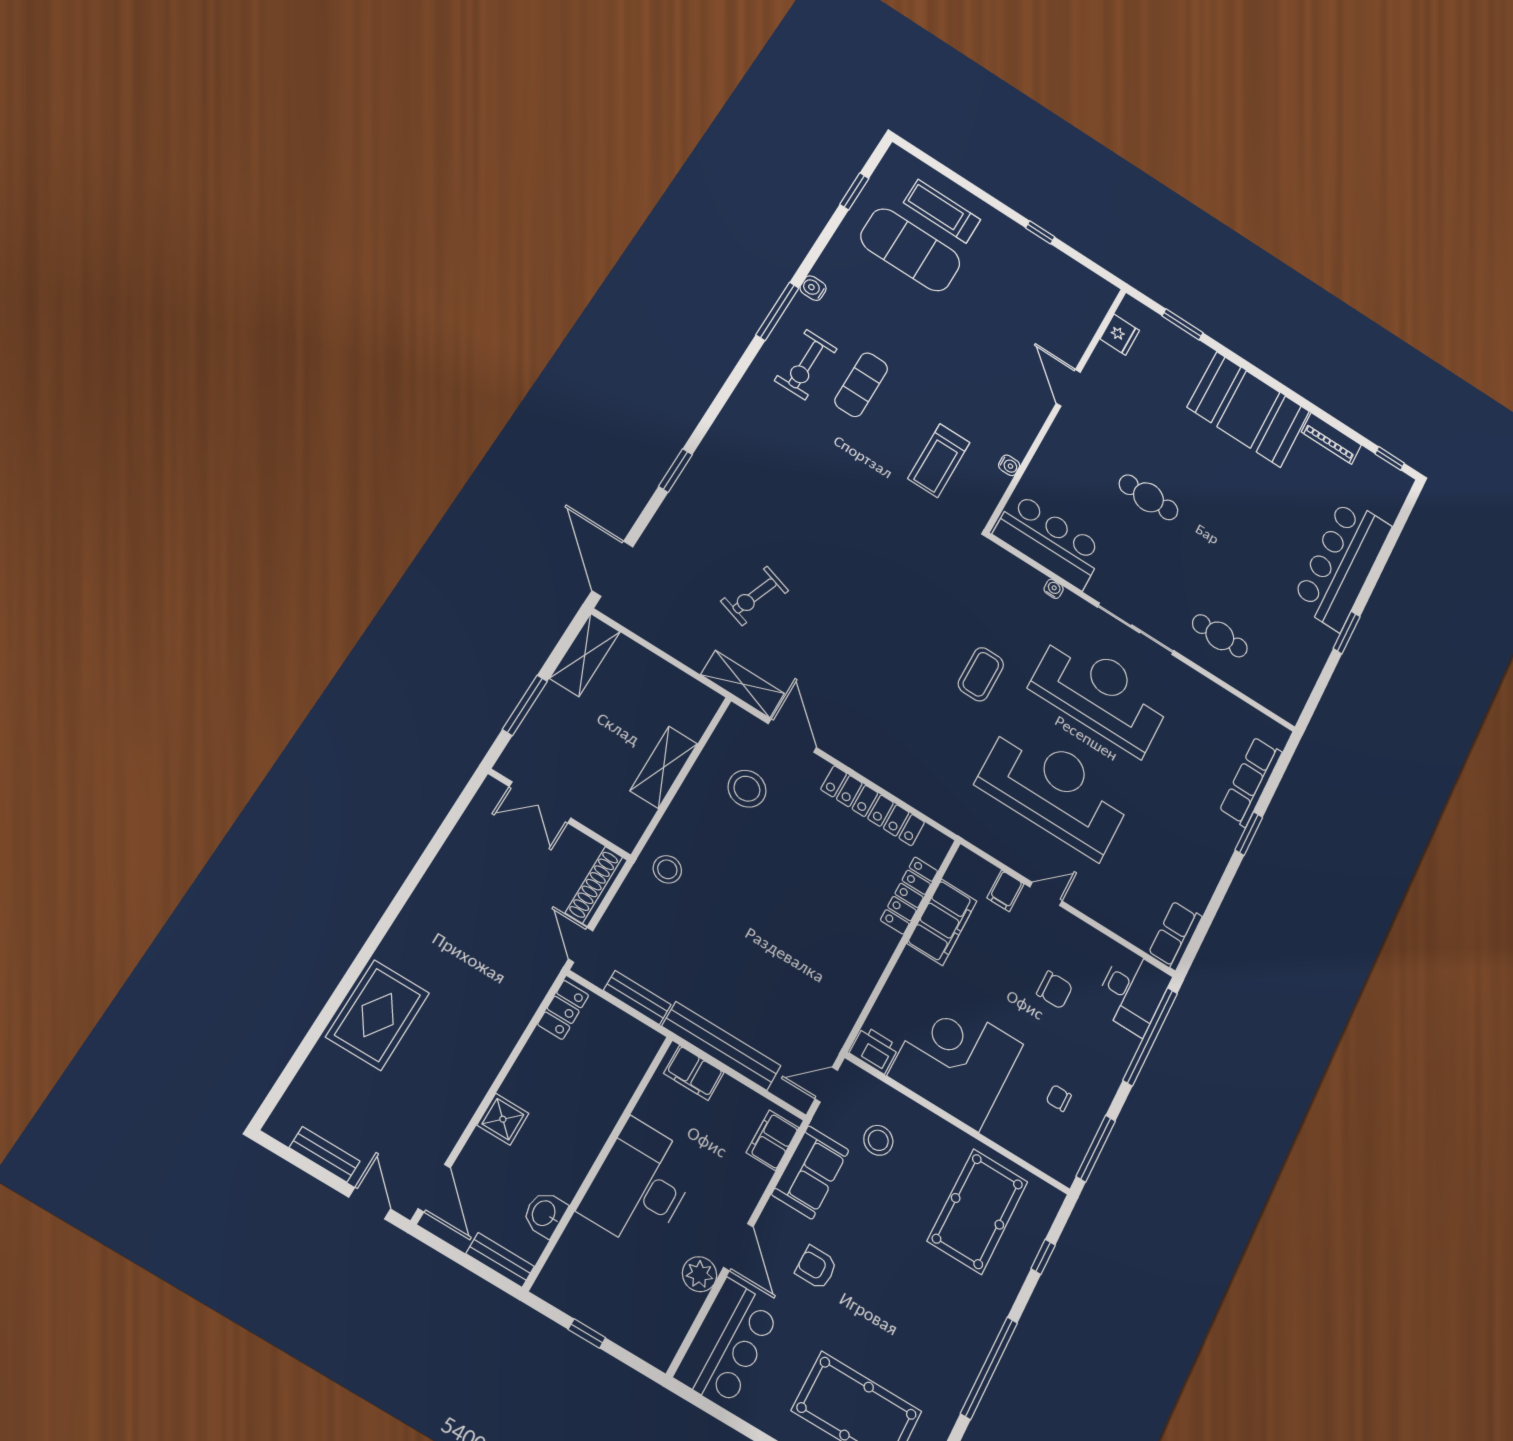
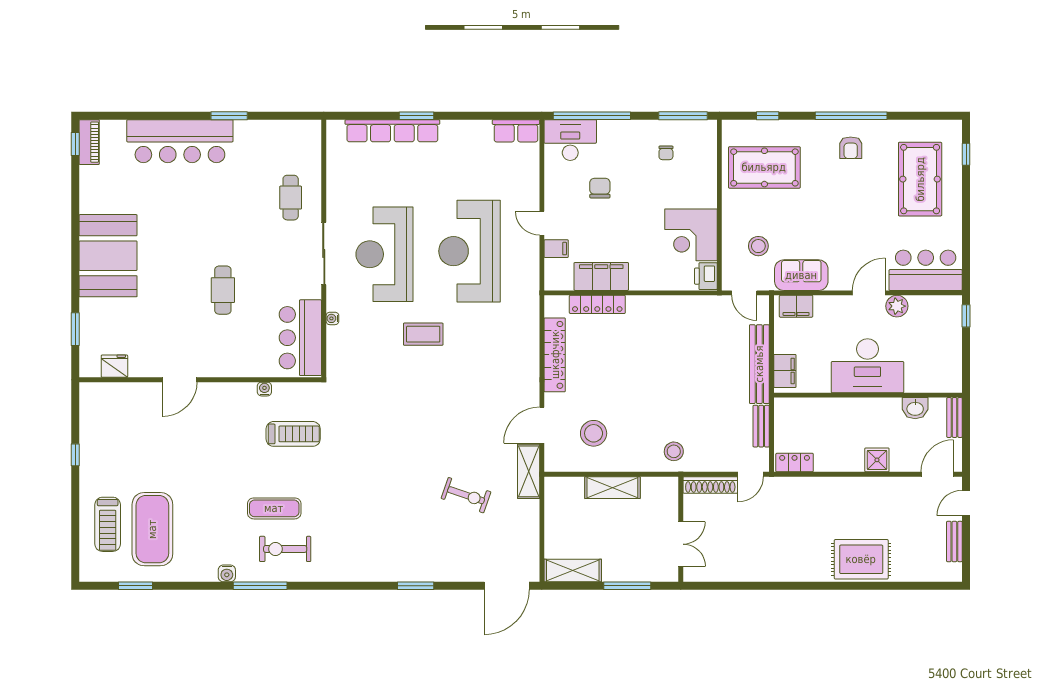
exercise bike: (806, 365) -> (285, 549), turned 180
piano: (1331, 438) -> (89, 142), moved
row of seats: (1251, 781) -> (392, 131), width x1.36
corner desk: (956, 1060) -> (691, 235), width x0.74, depth x0.74
armchair: (816, 1267) -> (851, 148), moved
window: (587, 1333) -> (966, 316), moved

